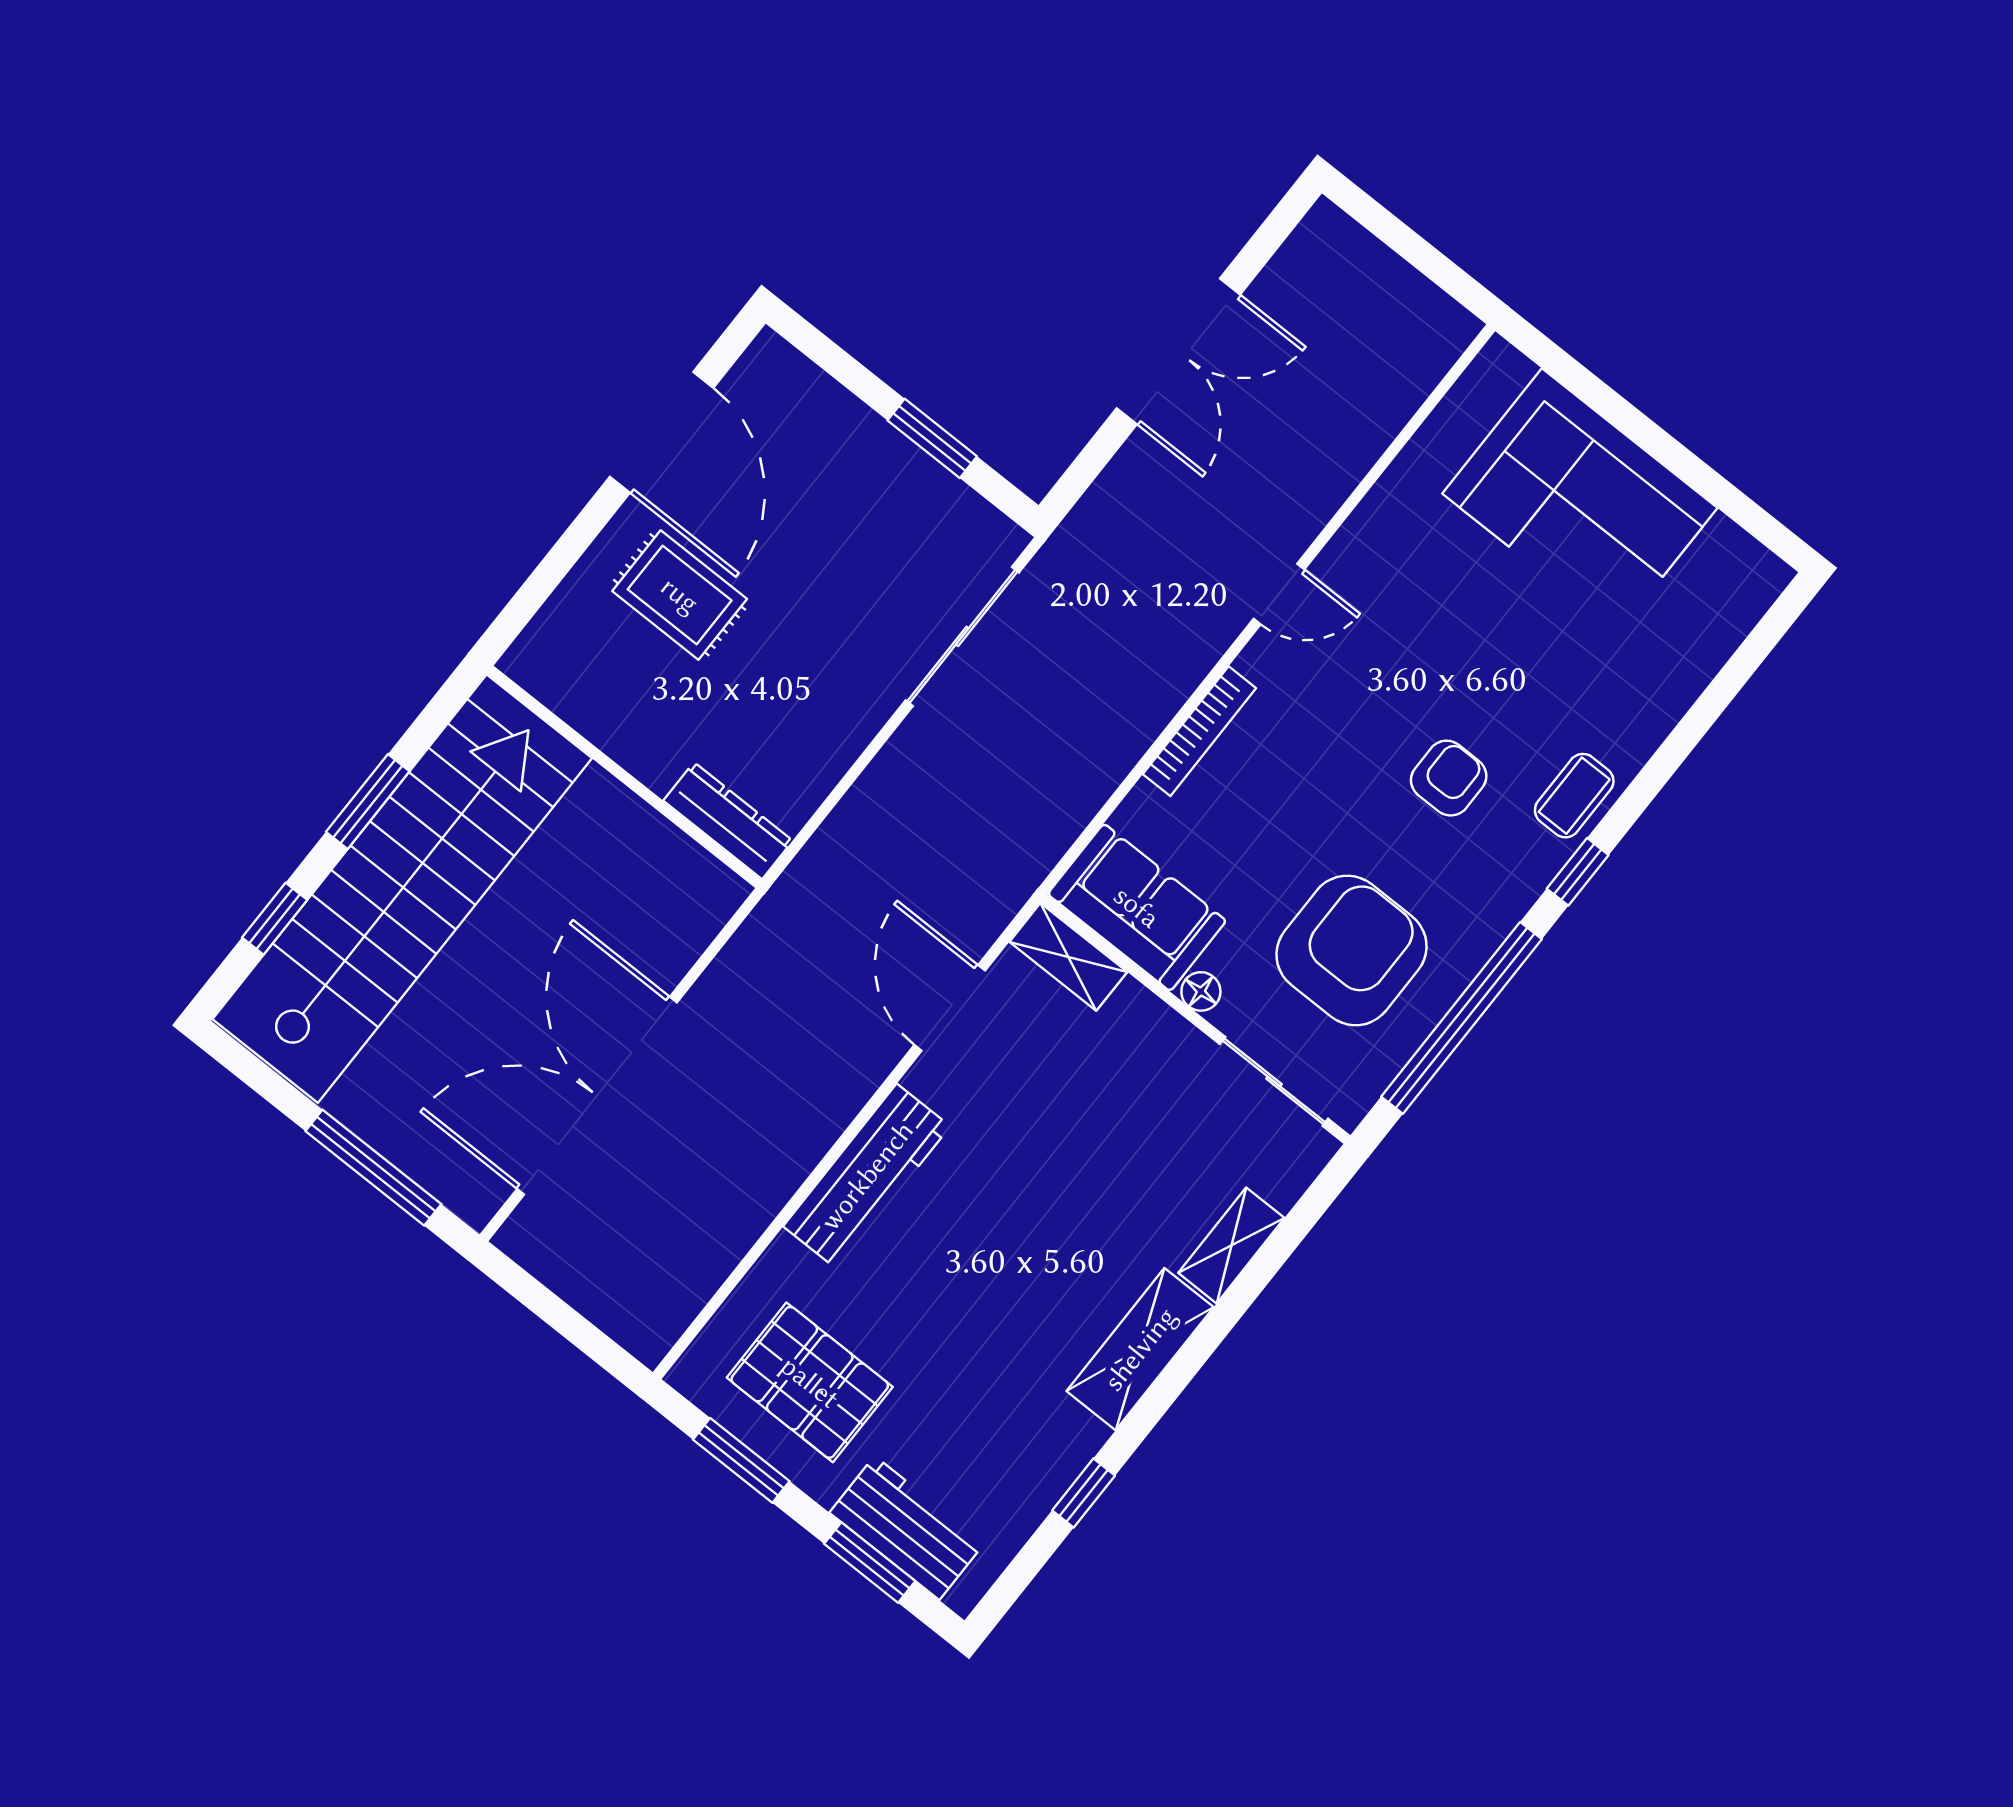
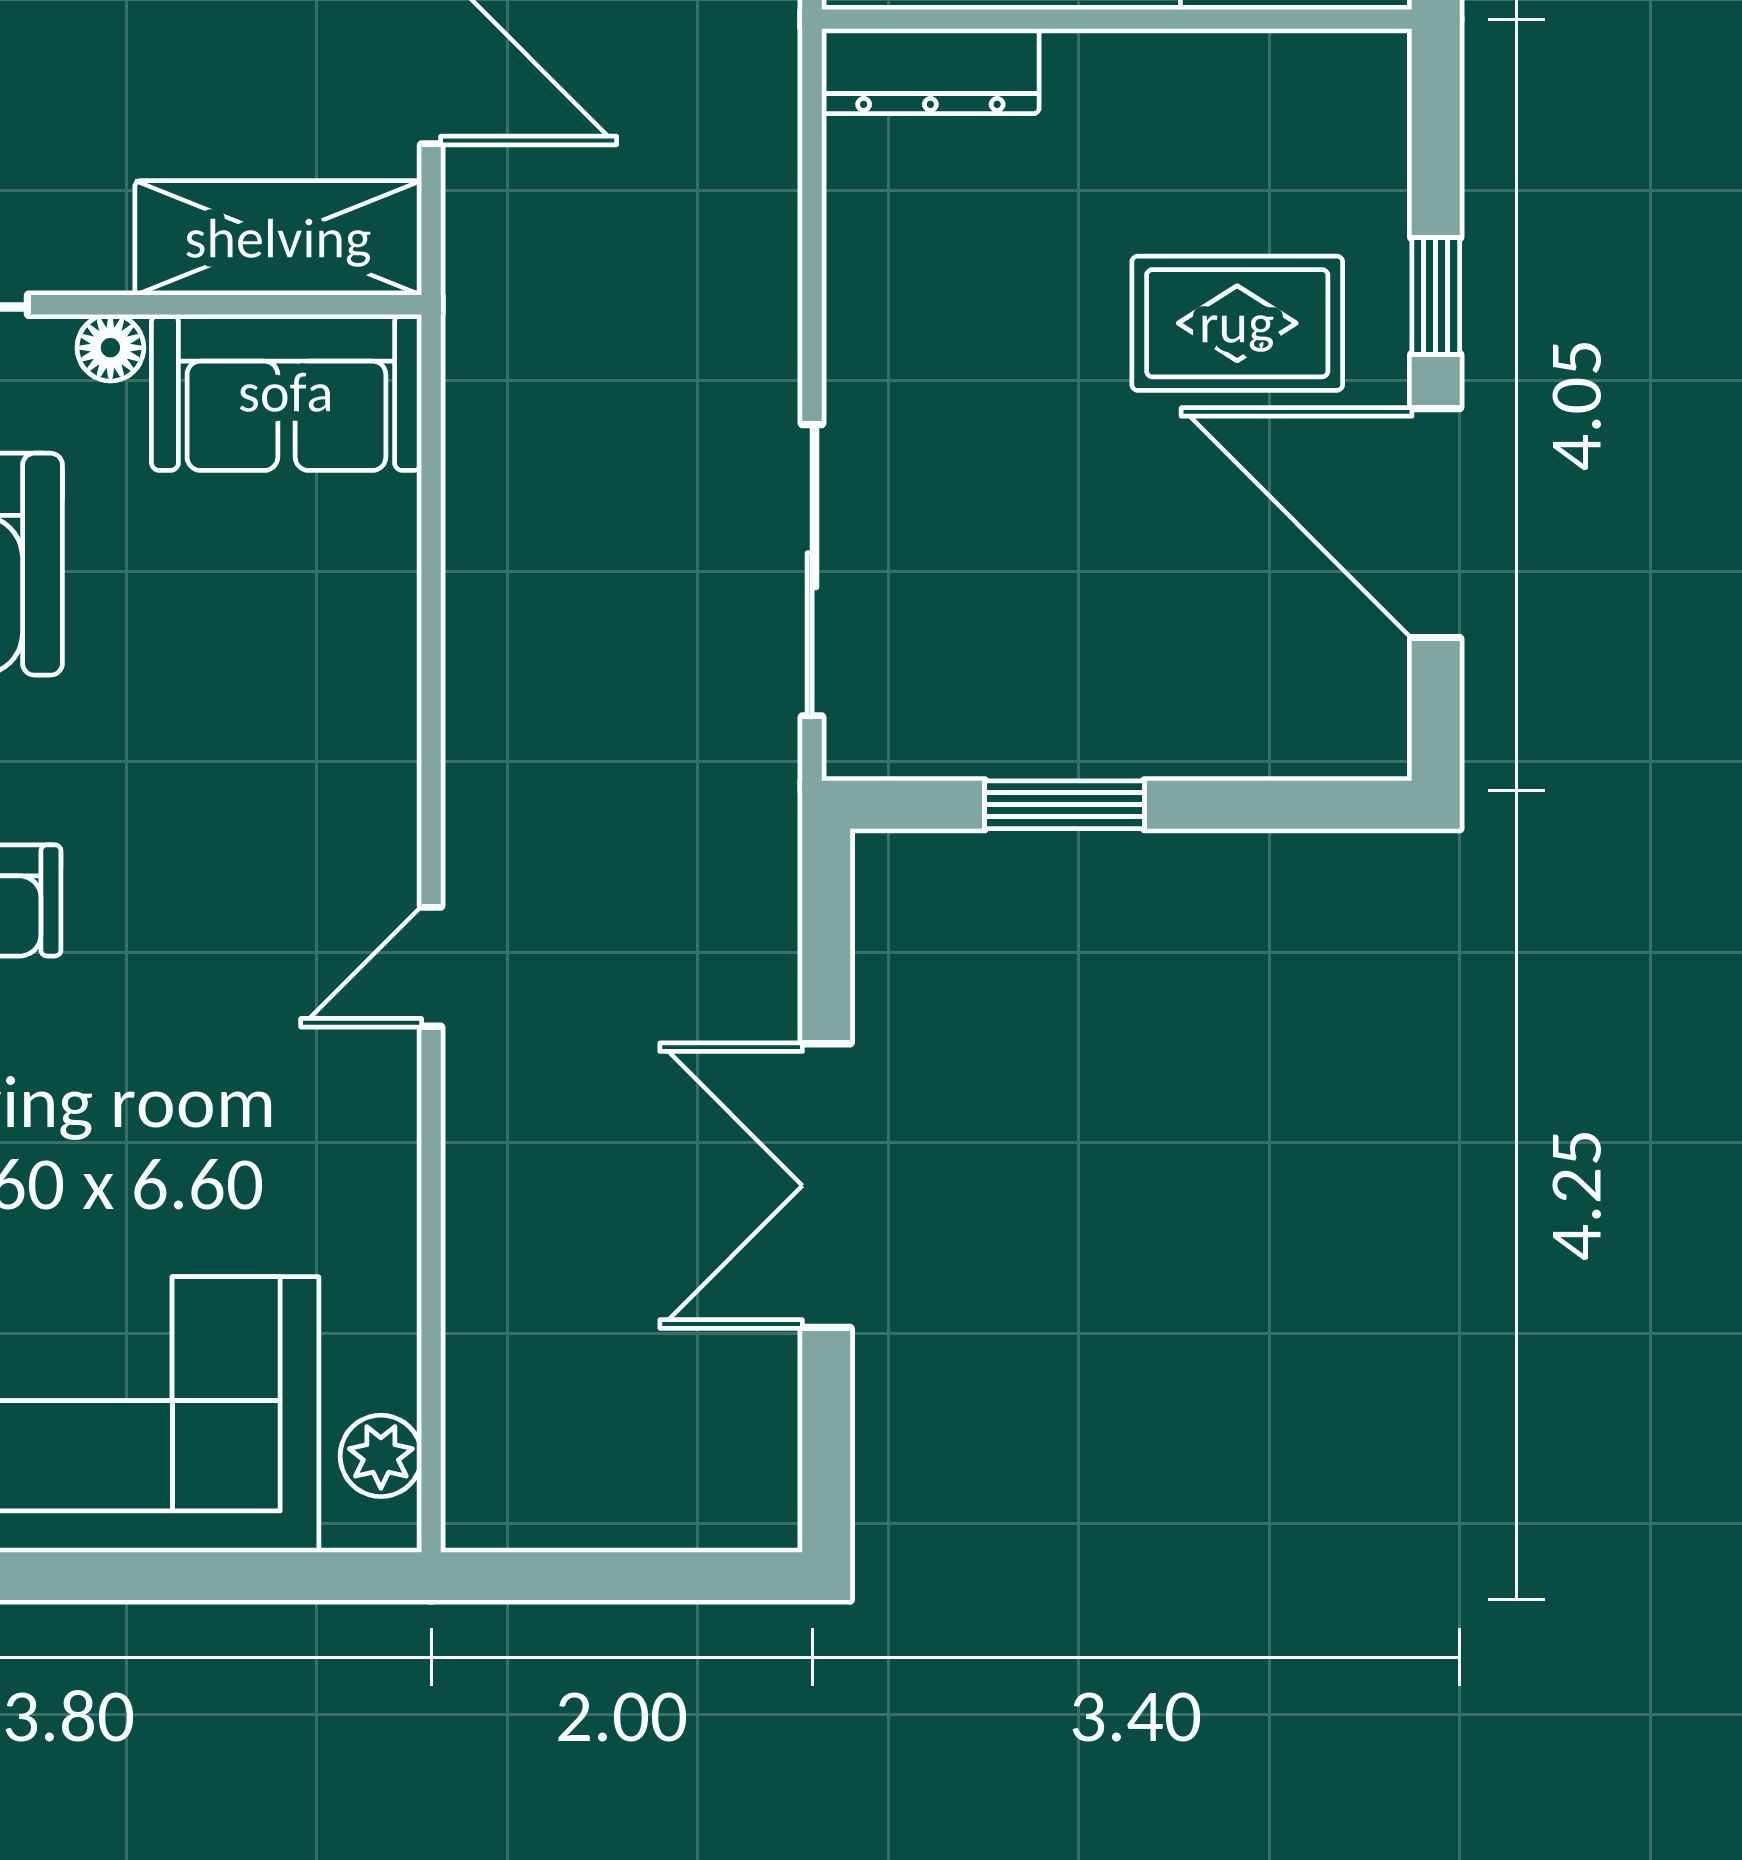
plant: (1479, 390) -> (381, 1456), added
window: (579, 536) -> (1436, 296), added
bookcase: (1199, 731) -> (391, 697), removed
shelving: (1068, 957) -> (278, 238), width x1.50, depth x1.33

